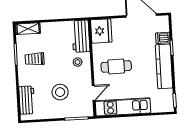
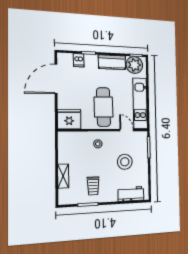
shelving: (28, 29) -> (63, 176), moved
workbench: (81, 36) -> (73, 140), removed
cafe table: (116, 66) -> (103, 107), width x1.37, depth x1.35
kitchen counter: (164, 66) -> (112, 62), width x0.67
plant: (164, 99) -> (134, 65), added

